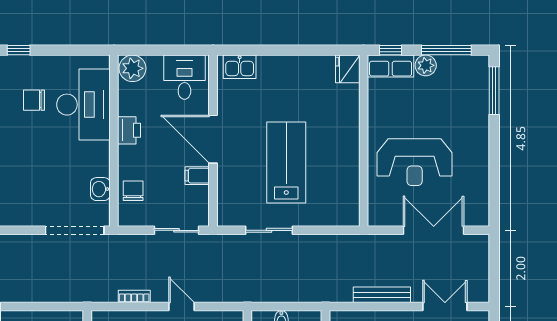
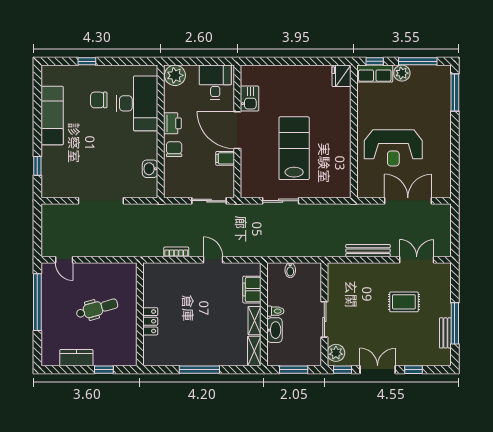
kitchen sink: (240, 67) -> (249, 99), moved, turned -90
chair: (133, 191) -> (174, 149), moved
doorway: (75, 230) -> (101, 201), moved

